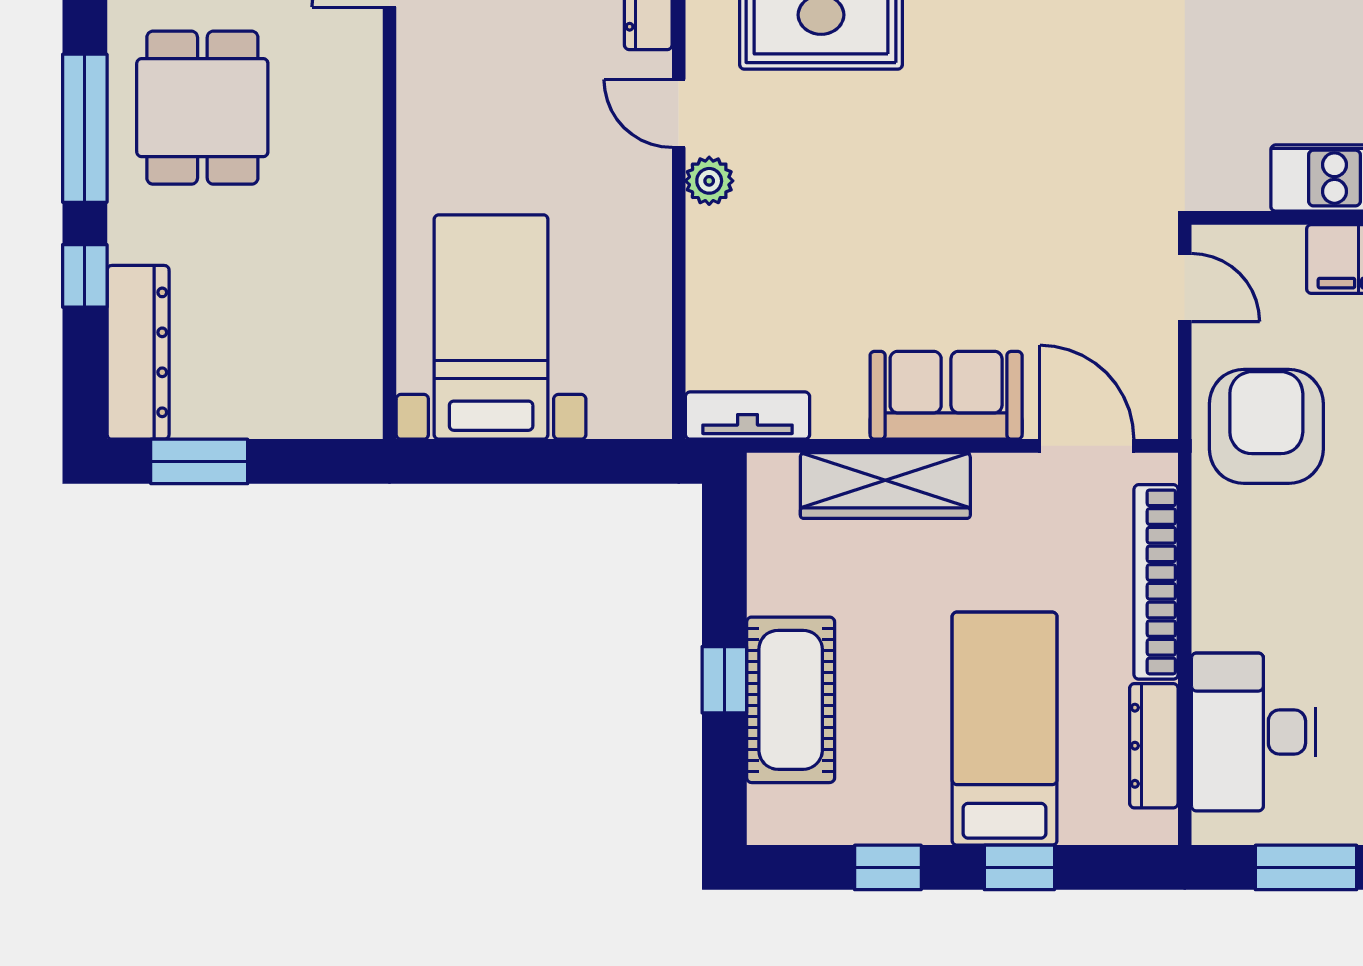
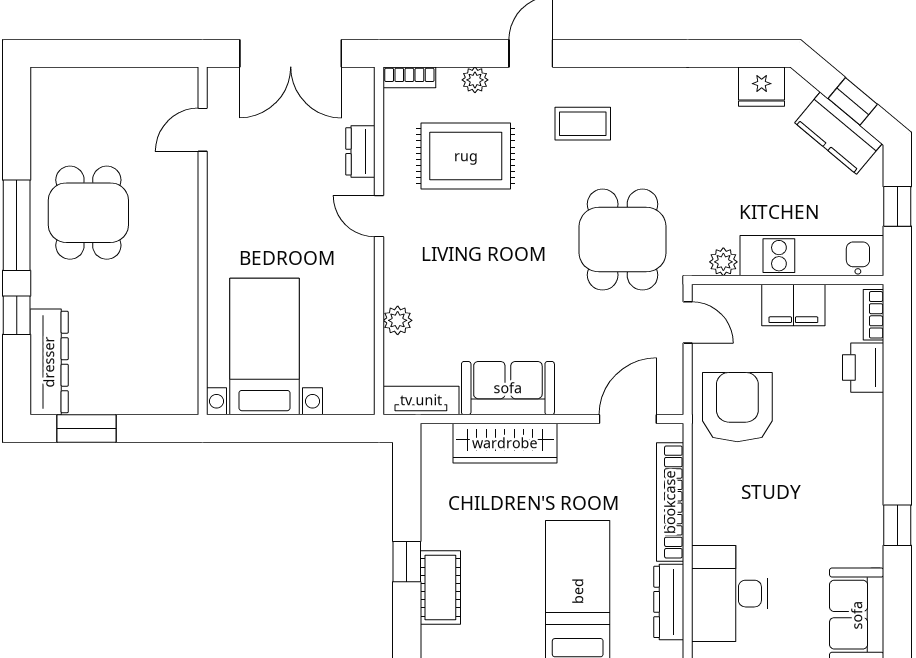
dining table: (1078, 152) -> (623, 240), added
plant: (709, 181) -> (398, 320), moved
plant: (1243, 188) -> (723, 262), added
sofa: (946, 395) -> (508, 388), moved
door: (1087, 446) -> (628, 419), hinge flipped
cot: (791, 700) -> (440, 587), width x0.73, depth x0.75

